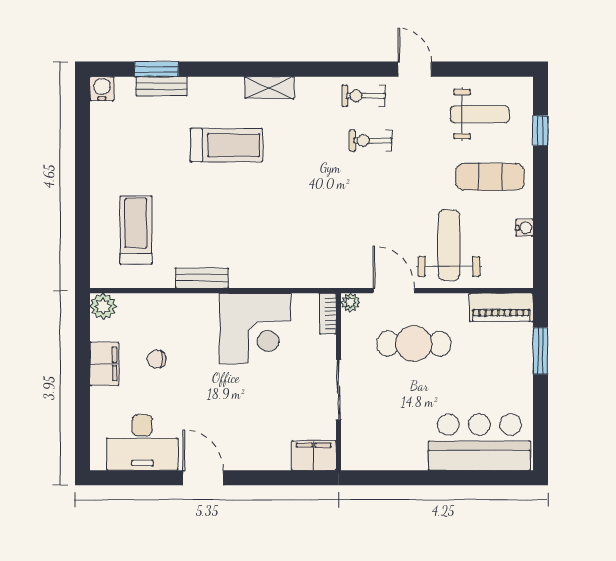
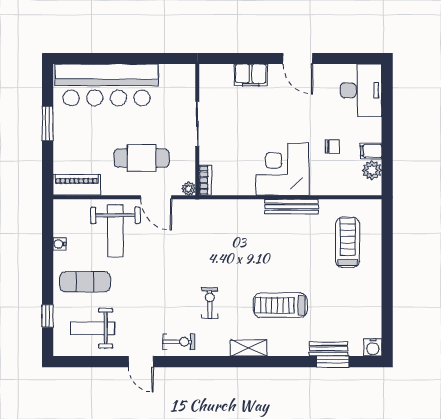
exercise bike: (371, 140) -> (210, 303), moved, turned -90
treadmill: (136, 230) -> (348, 242), turned 180
bench: (202, 278) -> (291, 207), width x1.36
plant: (103, 306) -> (372, 170), moved
corner desk: (255, 329) -> (282, 169), moved
window: (540, 351) -> (48, 123), moved
filing cabinet: (104, 364) -> (371, 151), width x0.50
desk: (142, 442) -> (361, 90), moved, turned 90
bar counter: (479, 442) -> (107, 85), width x1.36
filing cabinet: (314, 456) -> (251, 75), moved

